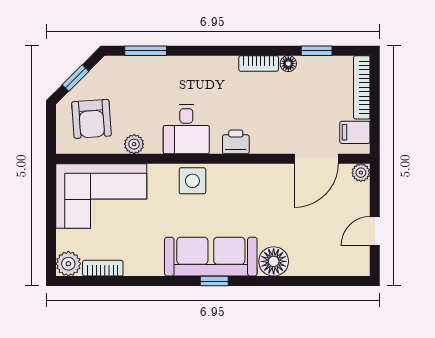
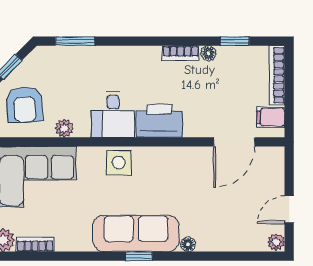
printer: (236, 142) -> (159, 121), width x1.87, depth x1.48
plant: (361, 173) -> (276, 242), moved
floor lamp: (274, 261) -> (188, 244), width x0.53, depth x0.53

